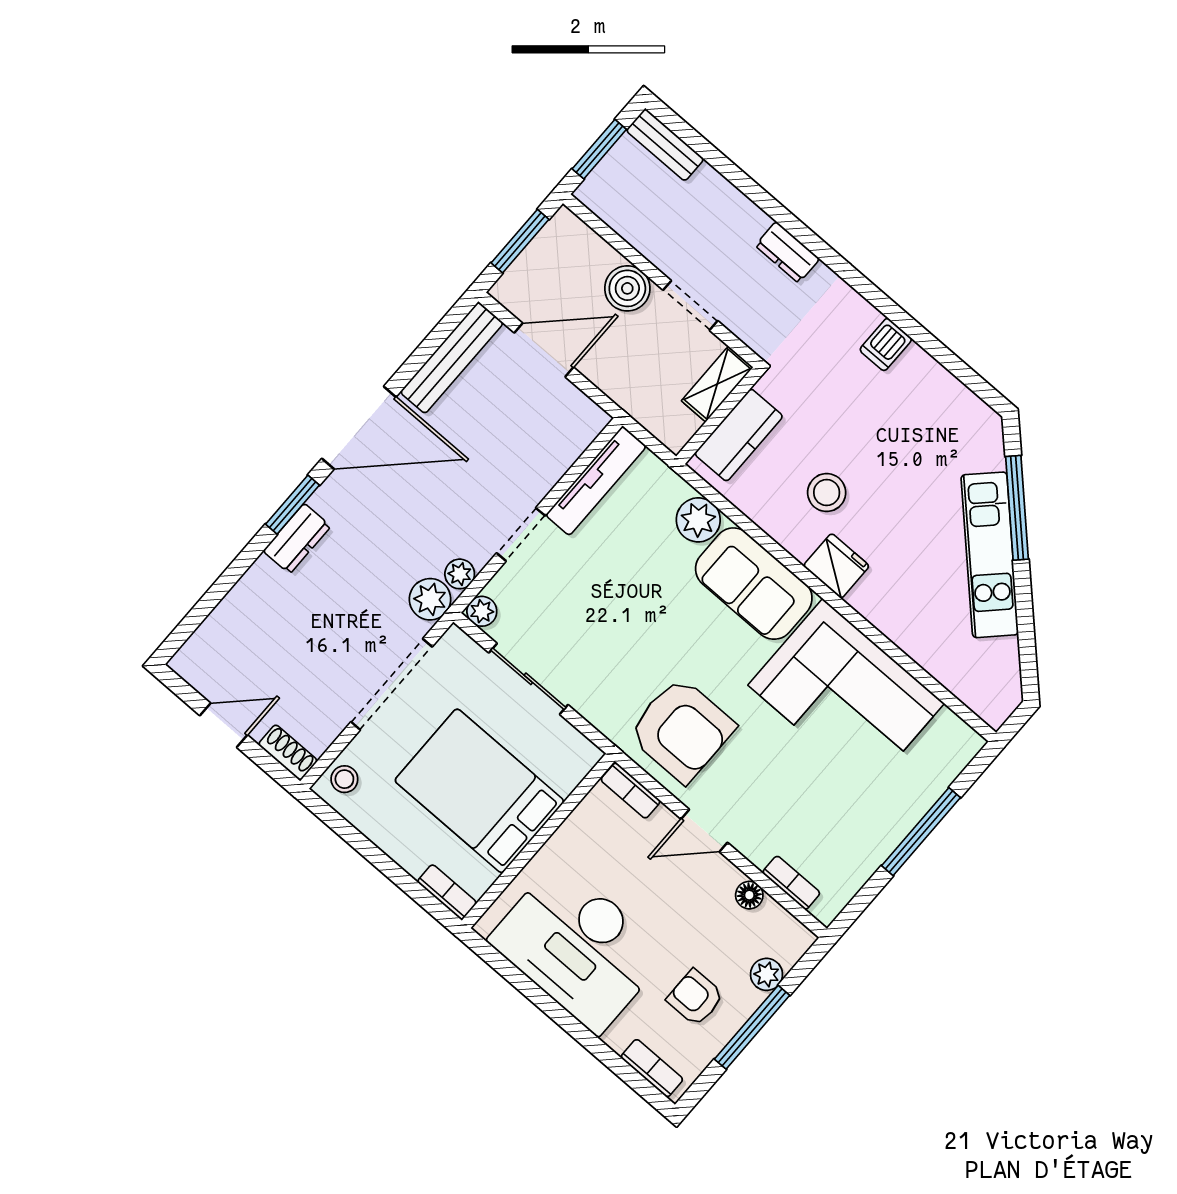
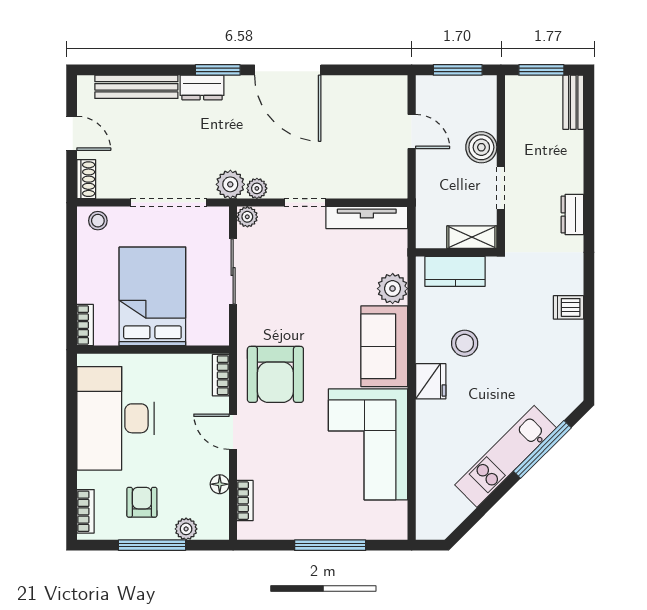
door: (544, 350) -> (412, 131), width x0.73
bench: (452, 358) -> (136, 87), moved

